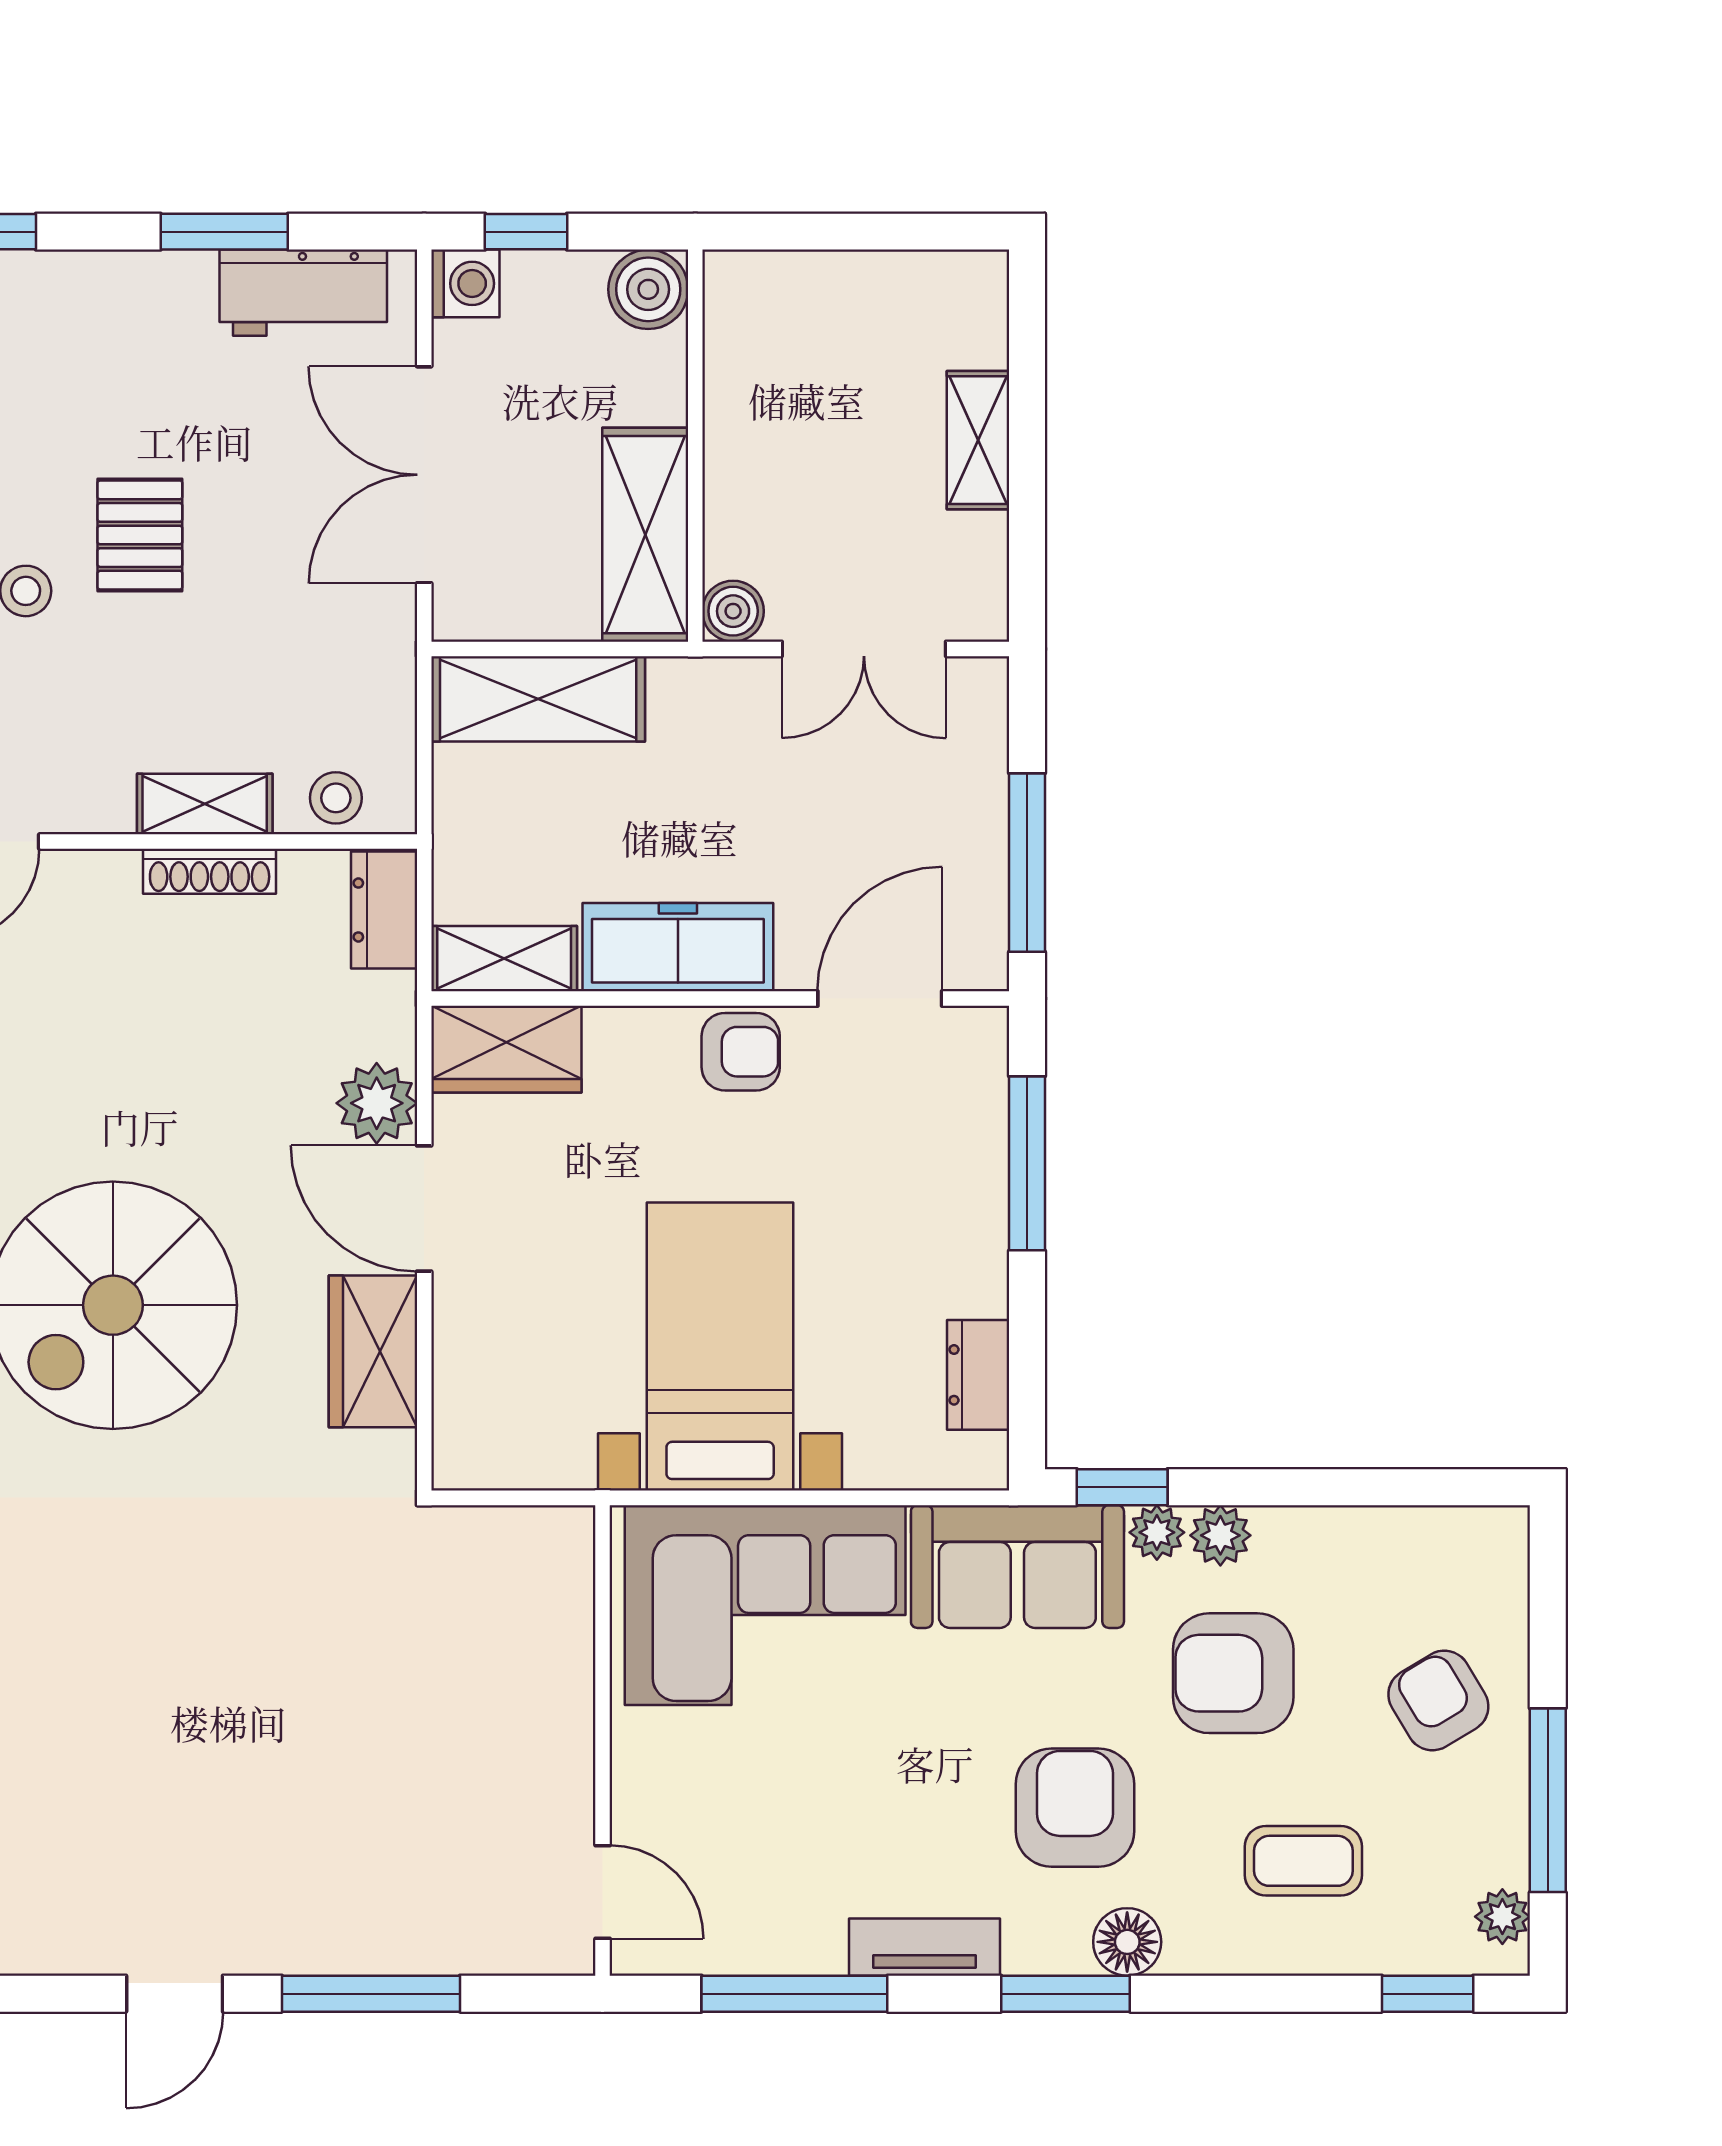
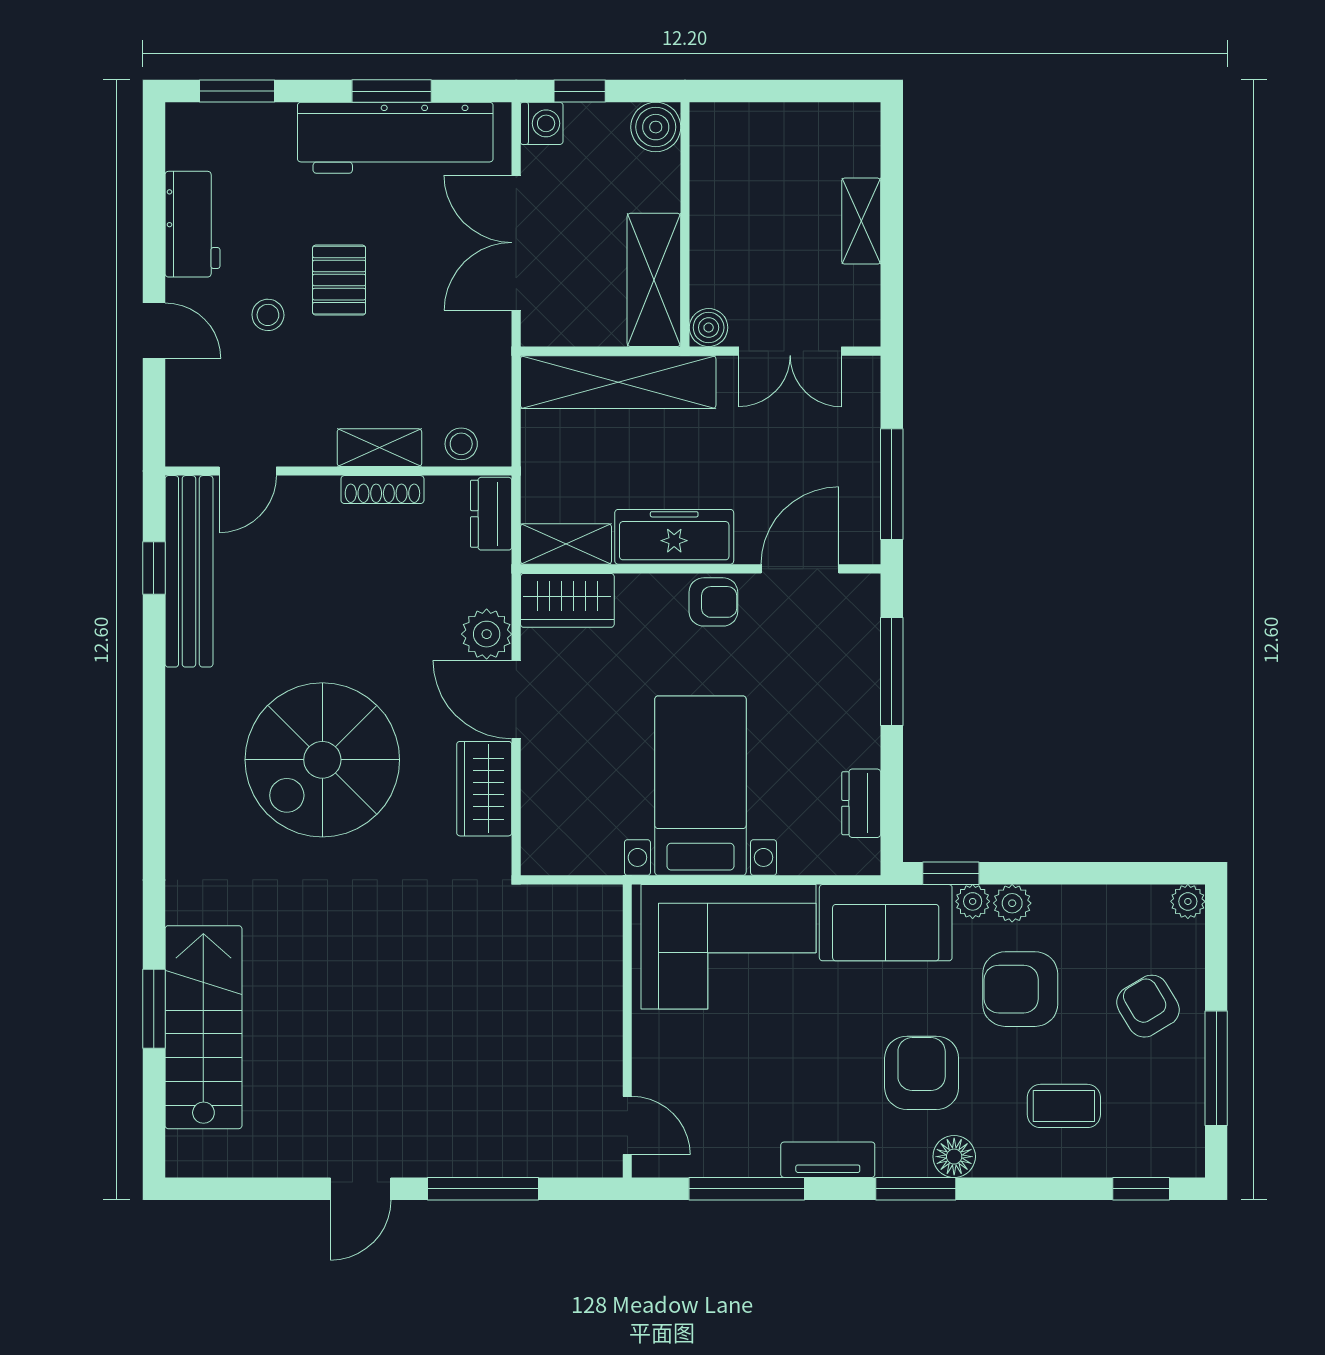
workbench: (303, 293) -> (395, 138), width x1.88, depth x1.32
shelving: (538, 699) -> (618, 382), width x1.47
plant: (1502, 1917) -> (1188, 901), moved

